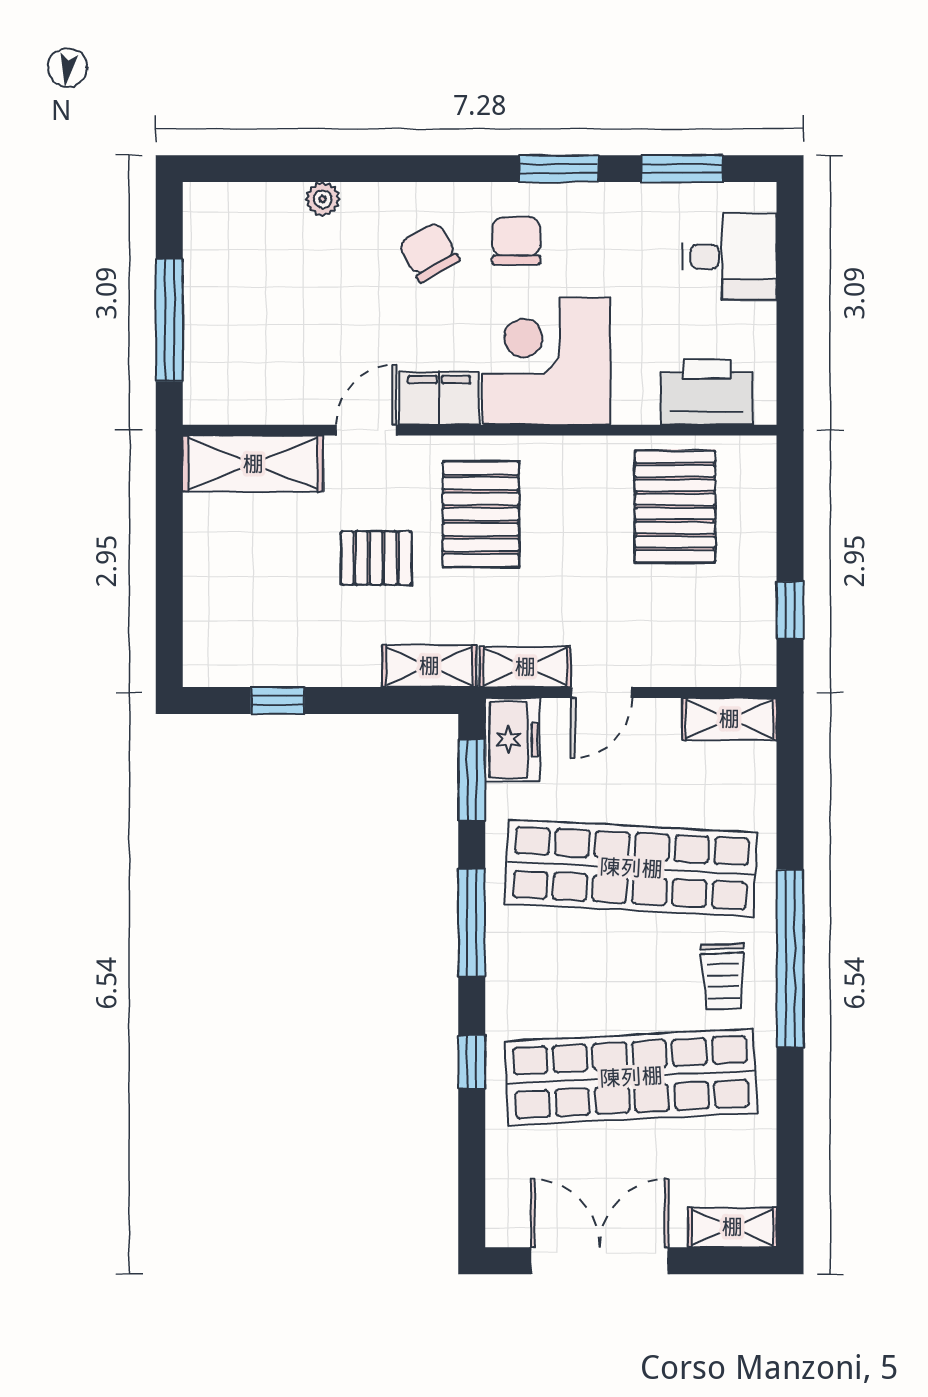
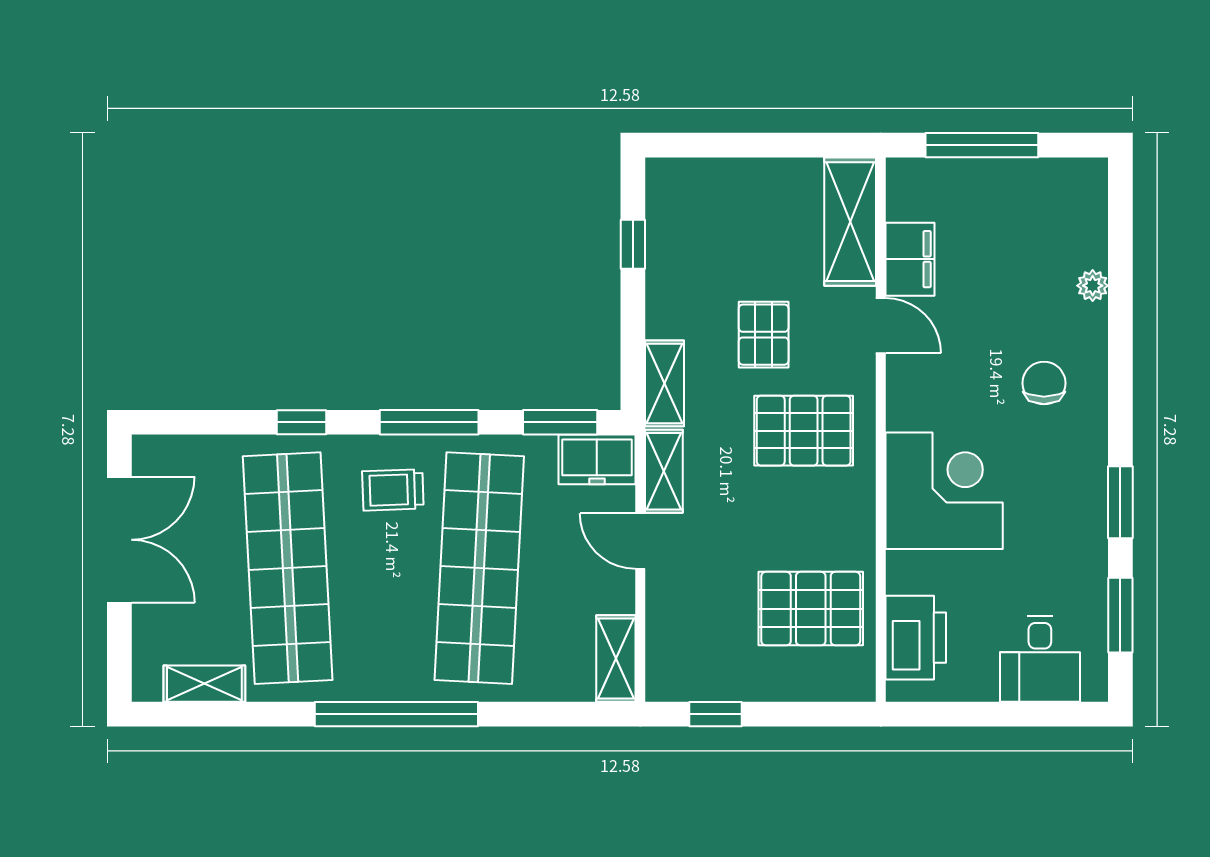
chair: (516, 241) -> (1054, 463), removed
chair: (429, 252) -> (1044, 383), turned -60
filing cabinet: (439, 398) -> (910, 259), moved
trolley: (723, 976) -> (393, 490), moved
shelving: (732, 1227) -> (204, 684), moved, turned 90

